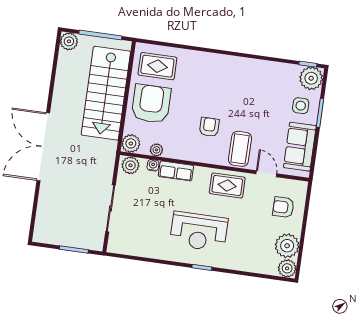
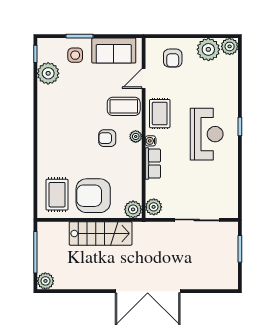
plant: (311, 78) -> (48, 73), moved
stairs: (106, 93) -> (101, 233), width x0.73, depth x0.66
plant: (156, 150) -> (136, 136), moved
water cooler: (153, 165) -> (151, 141), moved

